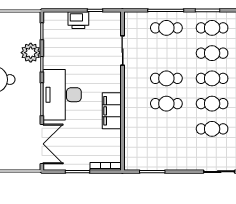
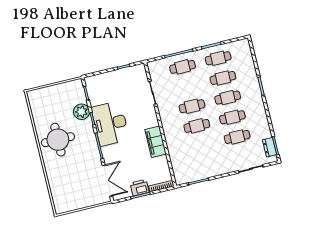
printer: (78, 20) -> (140, 188), moved, turned 180
desk: (62, 95) -> (110, 124), moved

